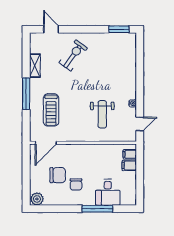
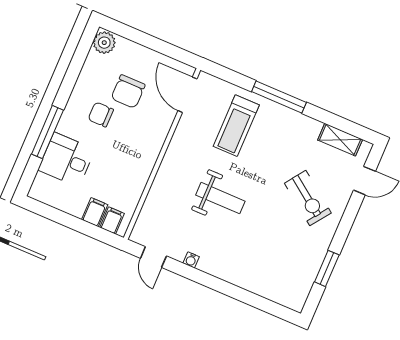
window: (119, 29) -> (327, 268), moved
shelving: (35, 66) -> (340, 140), moved
treadmill: (51, 110) -> (236, 126), turned -90
weight bench: (102, 114) -> (220, 198), moved, turned 180

